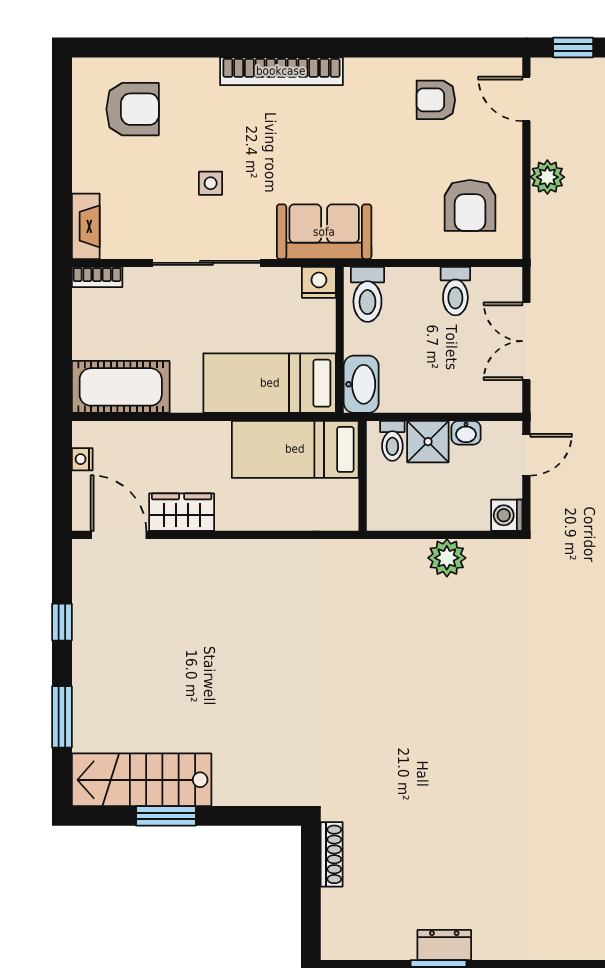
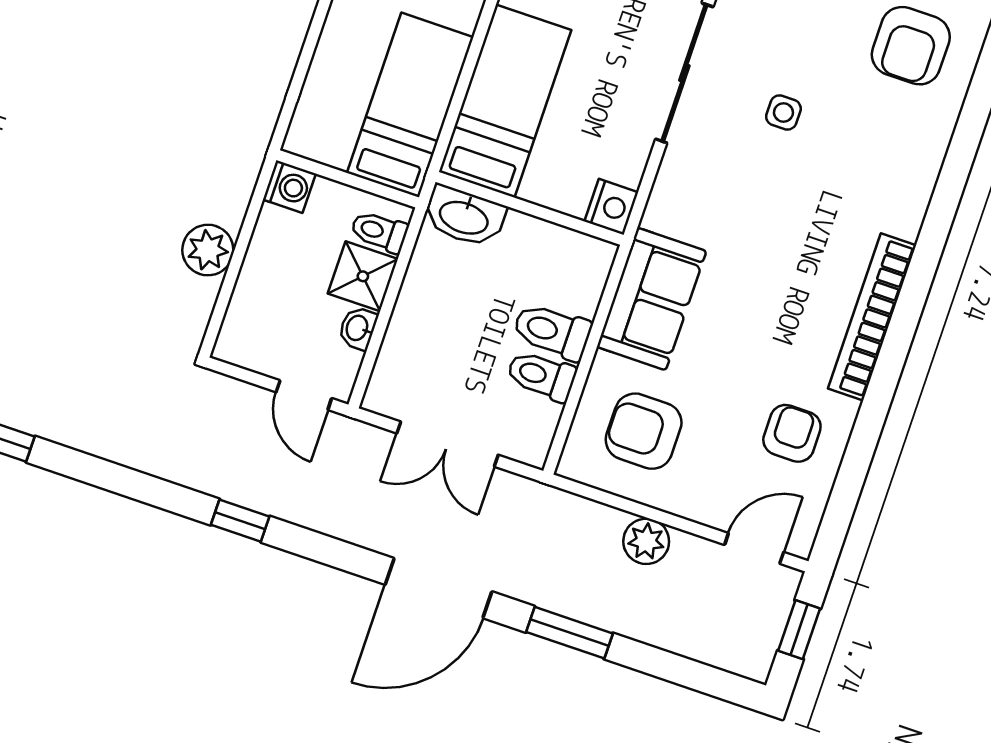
bookcase: (281, 71) -> (872, 317), moved
sofa: (324, 232) -> (652, 299), moved
toilet: (367, 294) -> (552, 331), moved
double door: (526, 341) -> (448, 444), swing flipped
washing machine: (507, 515) -> (289, 187), moved, turned 90

